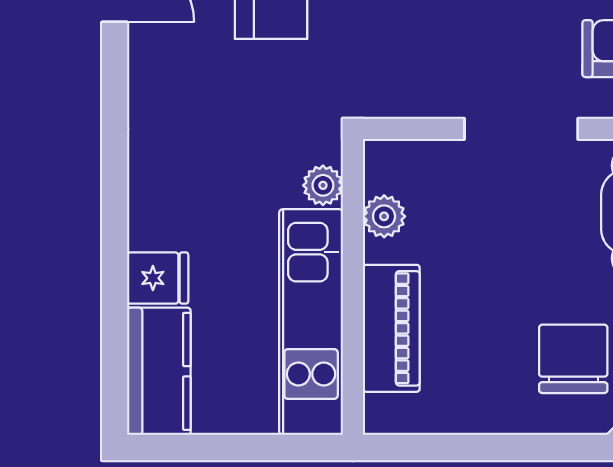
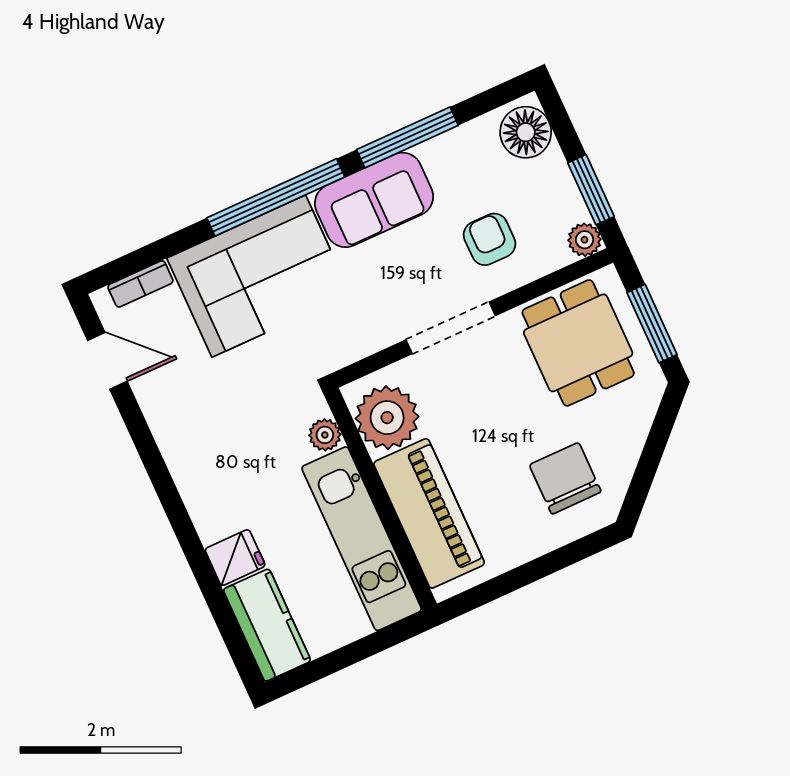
plant: (384, 216) -> (387, 418), width x1.88, depth x1.88
piano: (391, 328) -> (429, 513), width x1.37, depth x1.33

